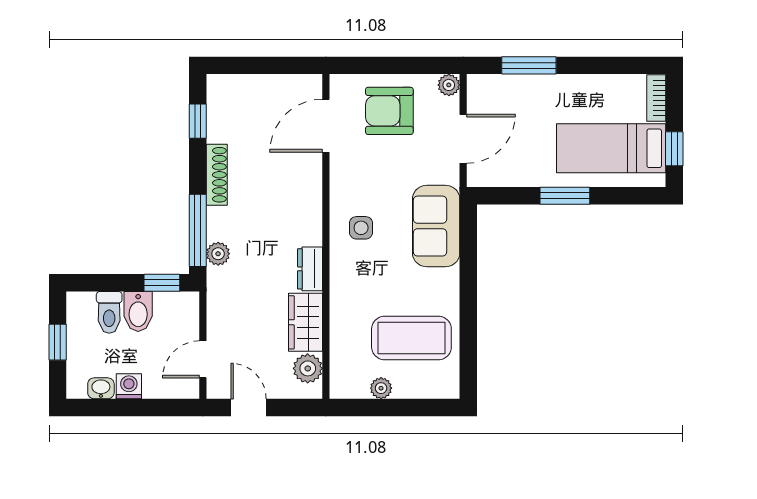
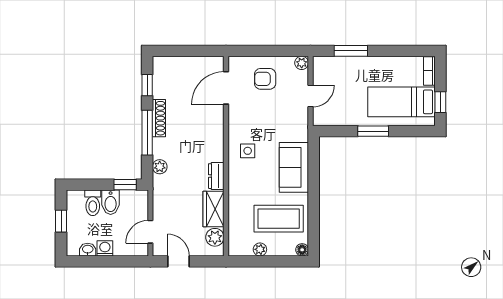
armchair: (389, 111) -> (265, 79), width x0.72, depth x0.72
door: (463, 139) -> (310, 96), width x0.73
sofa: (436, 226) -> (294, 167), moved
window: (198, 230) -> (147, 133), moved
floor lamp: (450, 389) -> (302, 250), added

